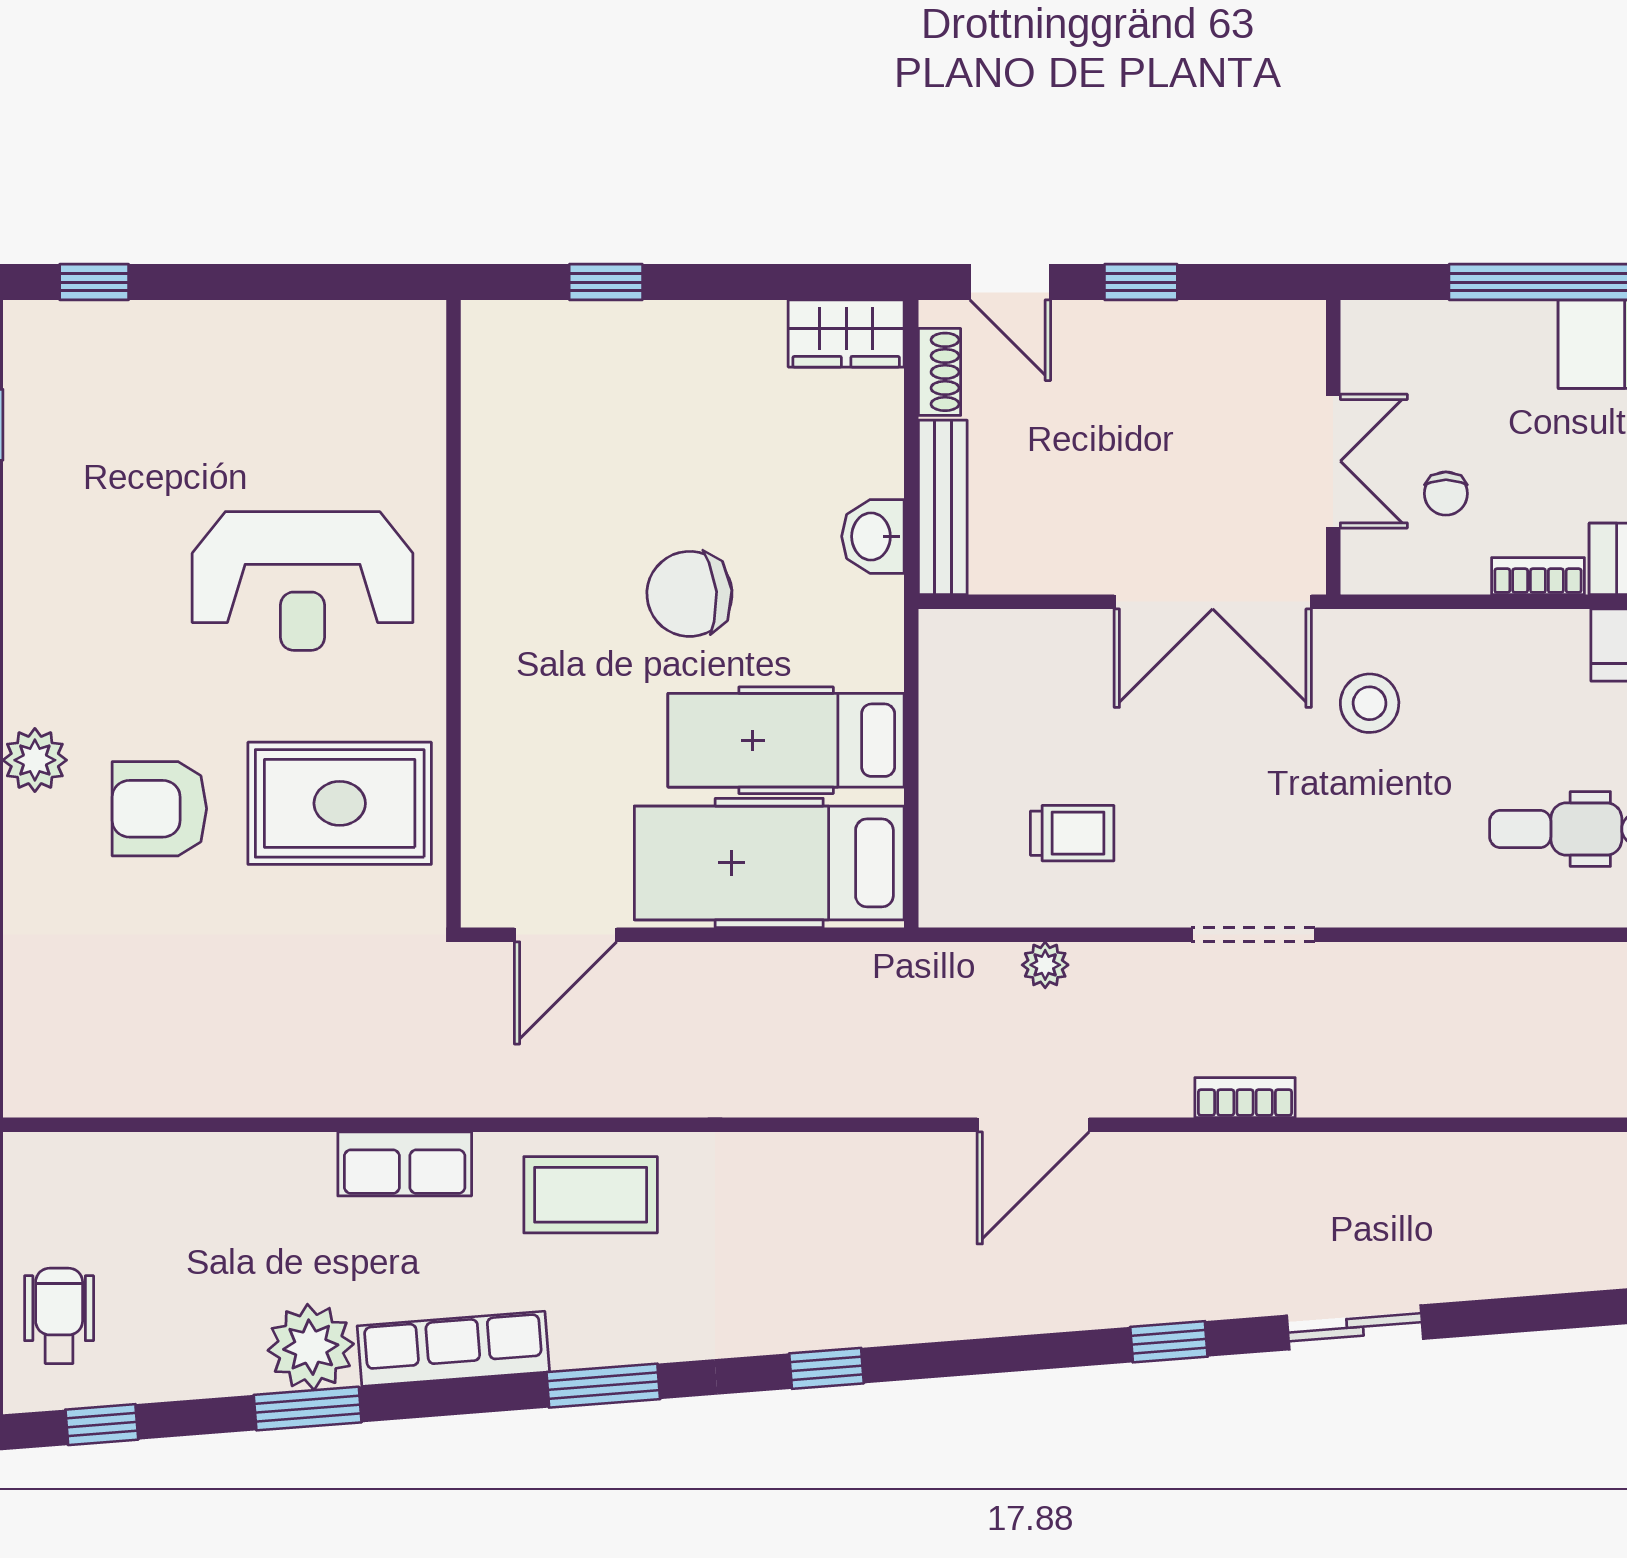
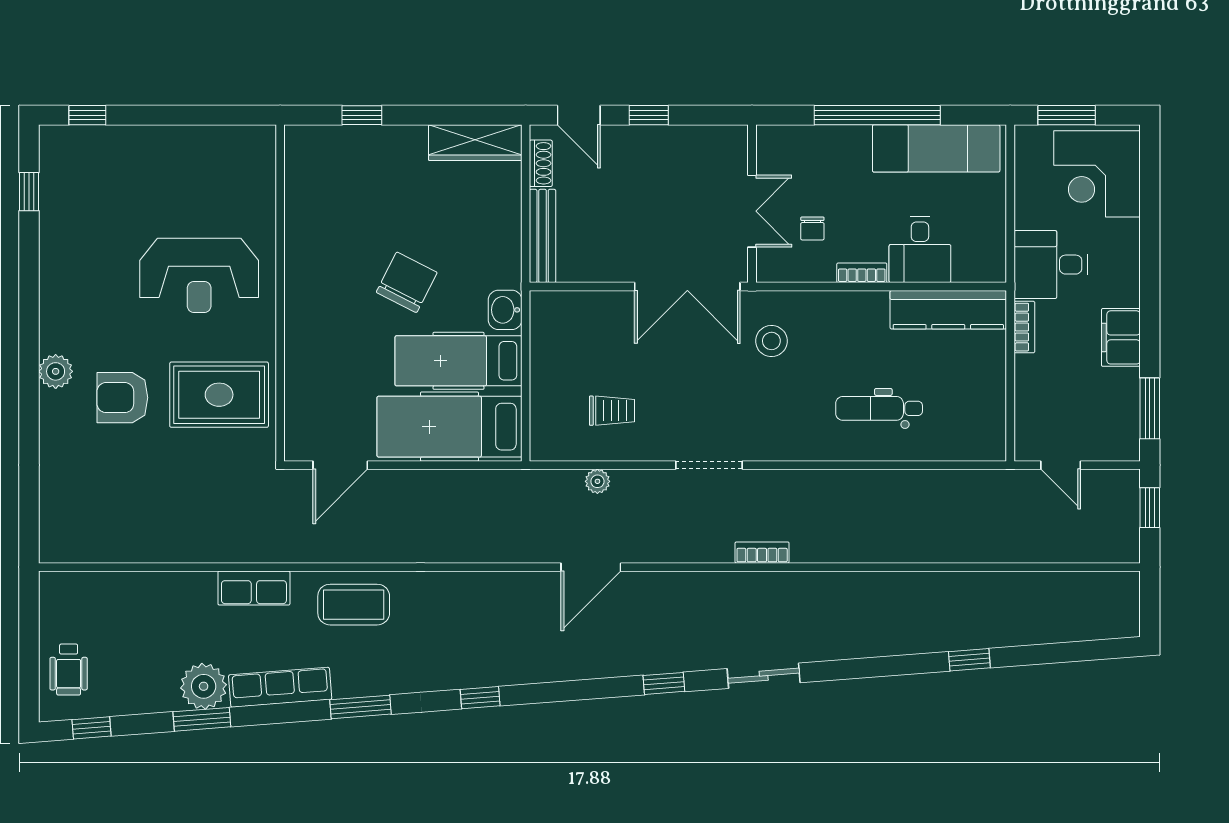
wardrobe: (846, 333) -> (475, 143), width x1.50
washbasin: (873, 536) -> (505, 310), moved
chair: (689, 594) -> (407, 282), turned 122
bookcase: (1245, 1098) -> (762, 553), moved
wheelchair: (59, 1316) -> (69, 670), turned 180

